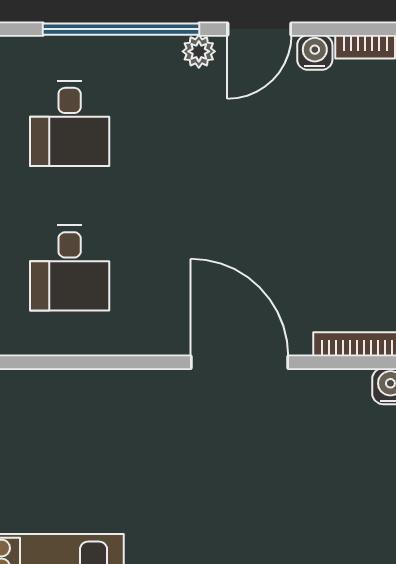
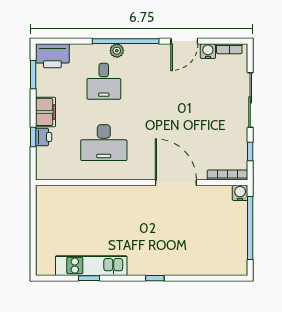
plant: (199, 51) -> (117, 51), moved
desk: (70, 268) -> (104, 143), width x1.37

